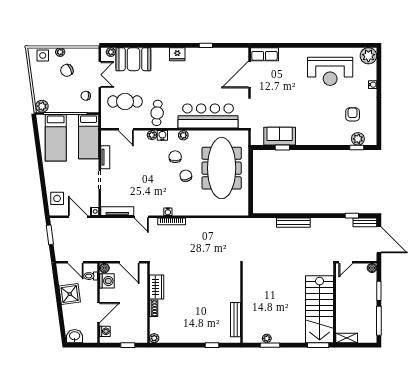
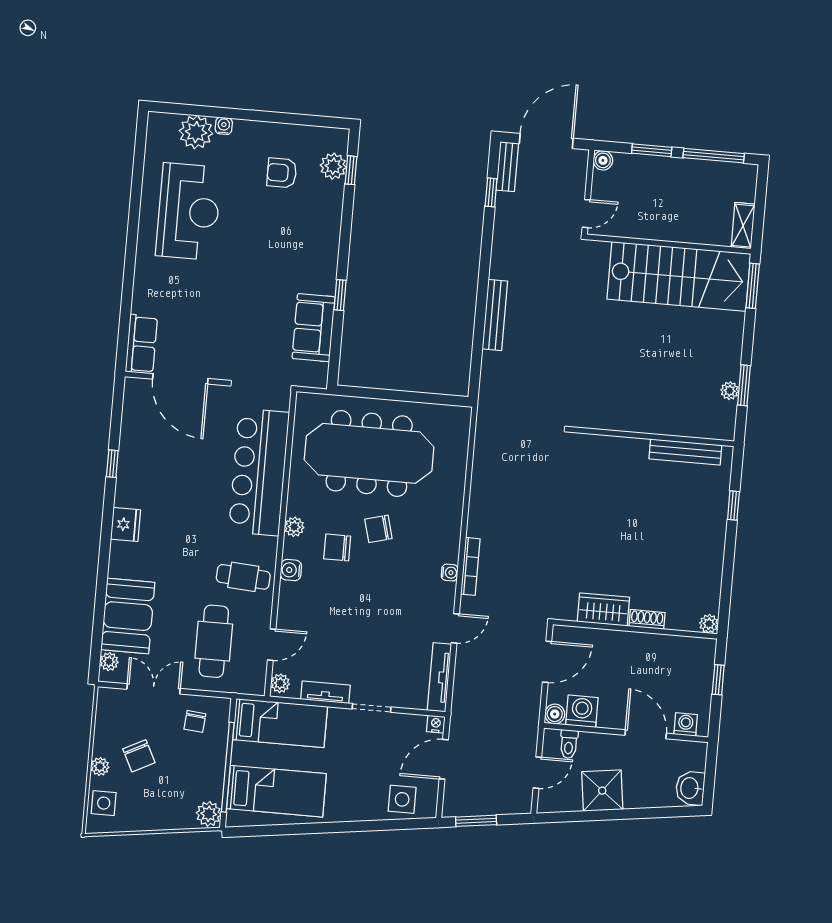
plant: (368, 56) -> (196, 132), moved
plant: (152, 135) -> (280, 683), moved
window: (282, 148) -> (340, 295), moved
door: (346, 262) -> (586, 214), hinge flipped

